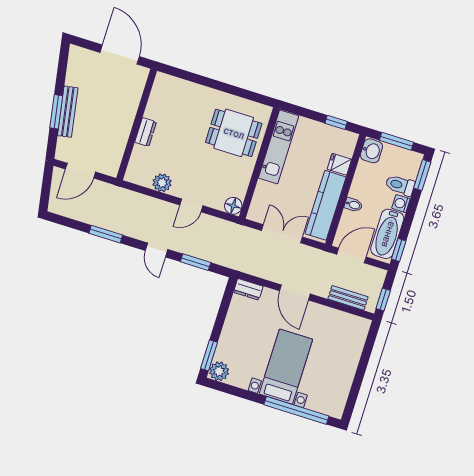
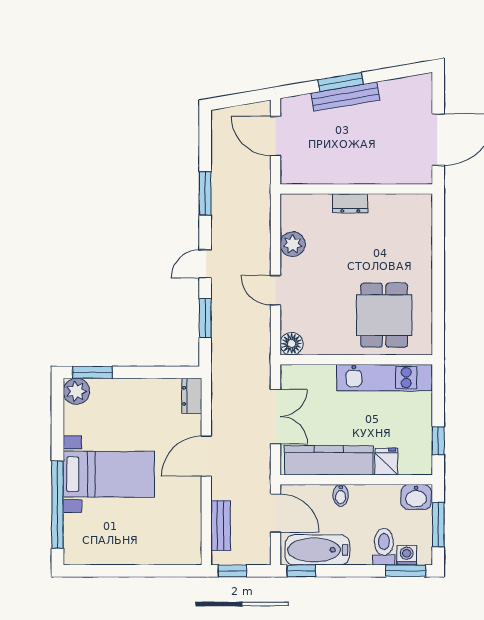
washing machine: (401, 204) -> (407, 555), moved

